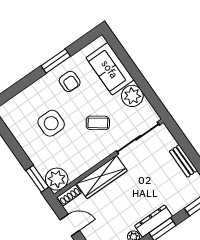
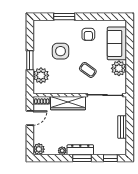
window: (56, 61) -> (64, 17), moved
window: (37, 179) -> (30, 60), moved
plant: (57, 179) -> (41, 75), moved
door: (70, 225) -> (30, 118), hinge flipped

